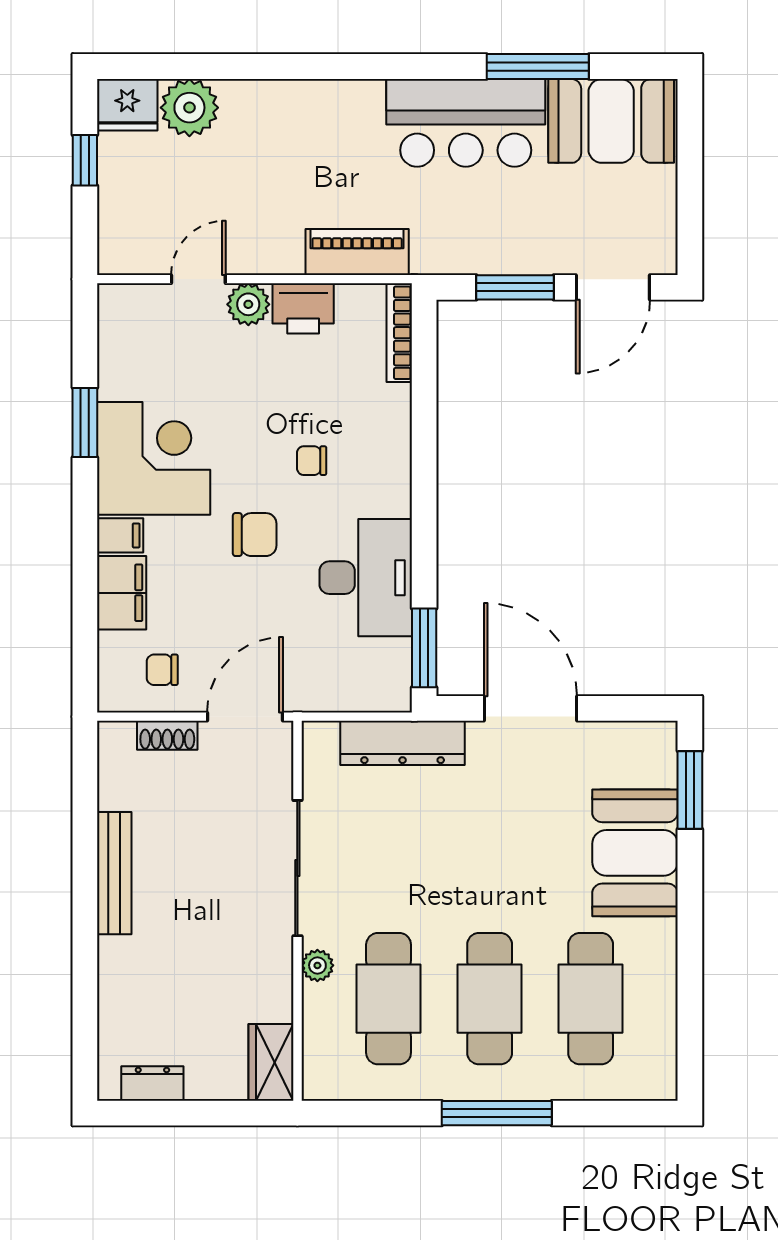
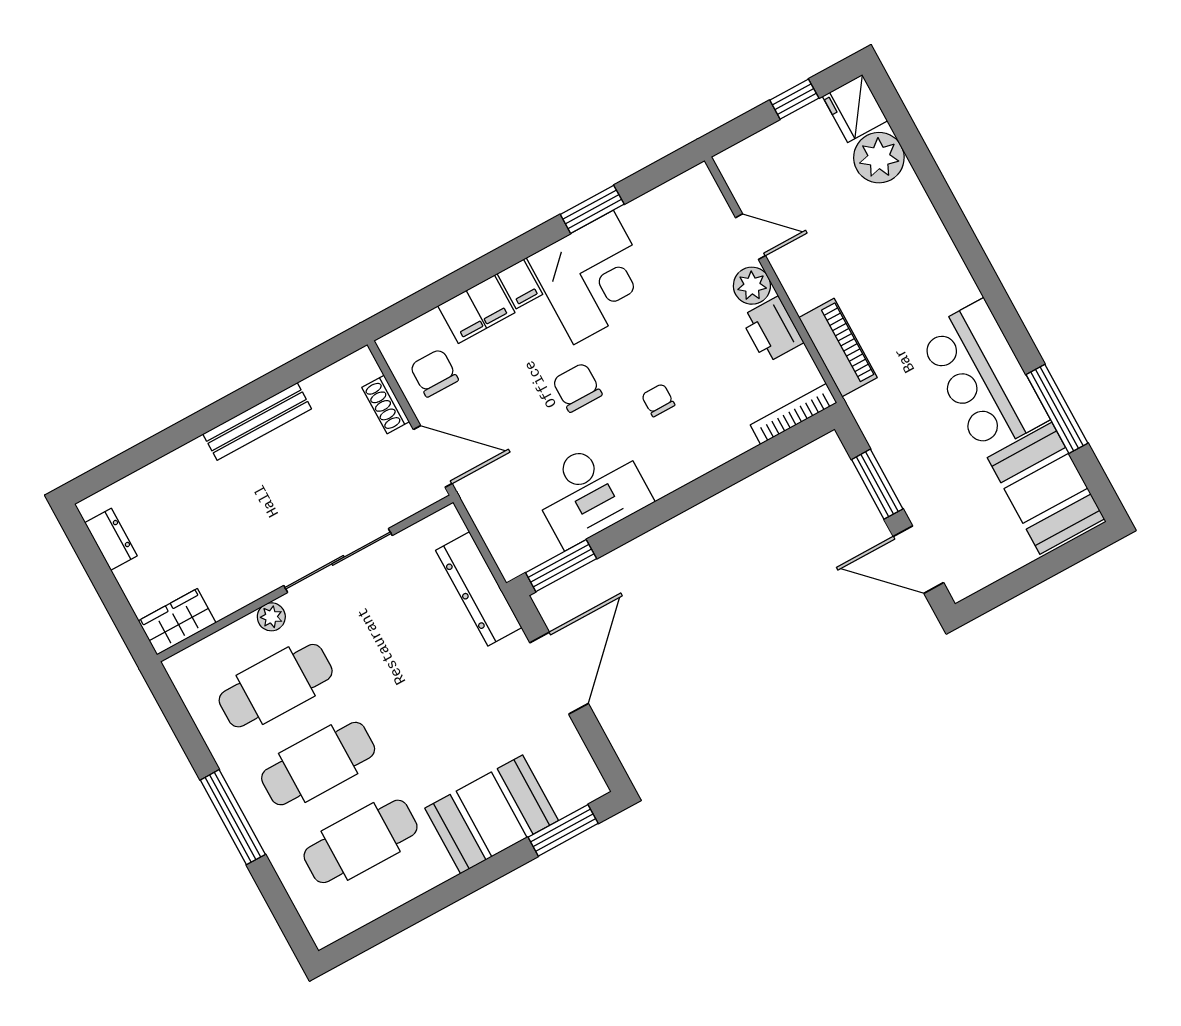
chair: (255, 535) -> (577, 387), turned 180
chair: (162, 670) -> (434, 373), width x1.37, depth x1.37

